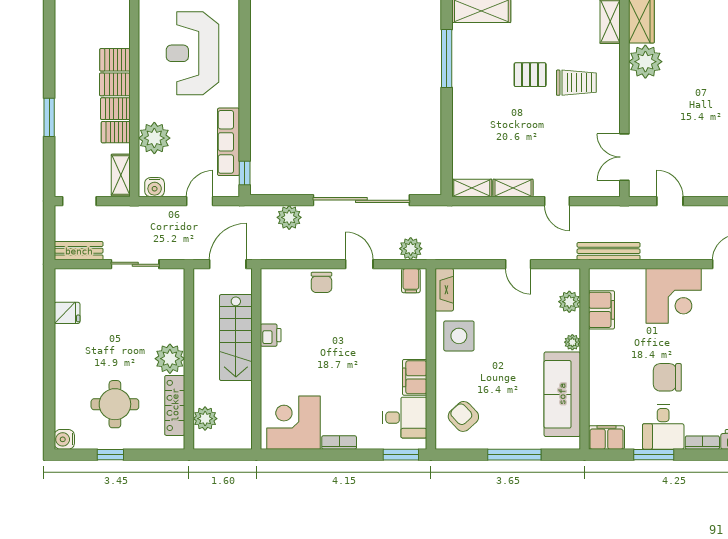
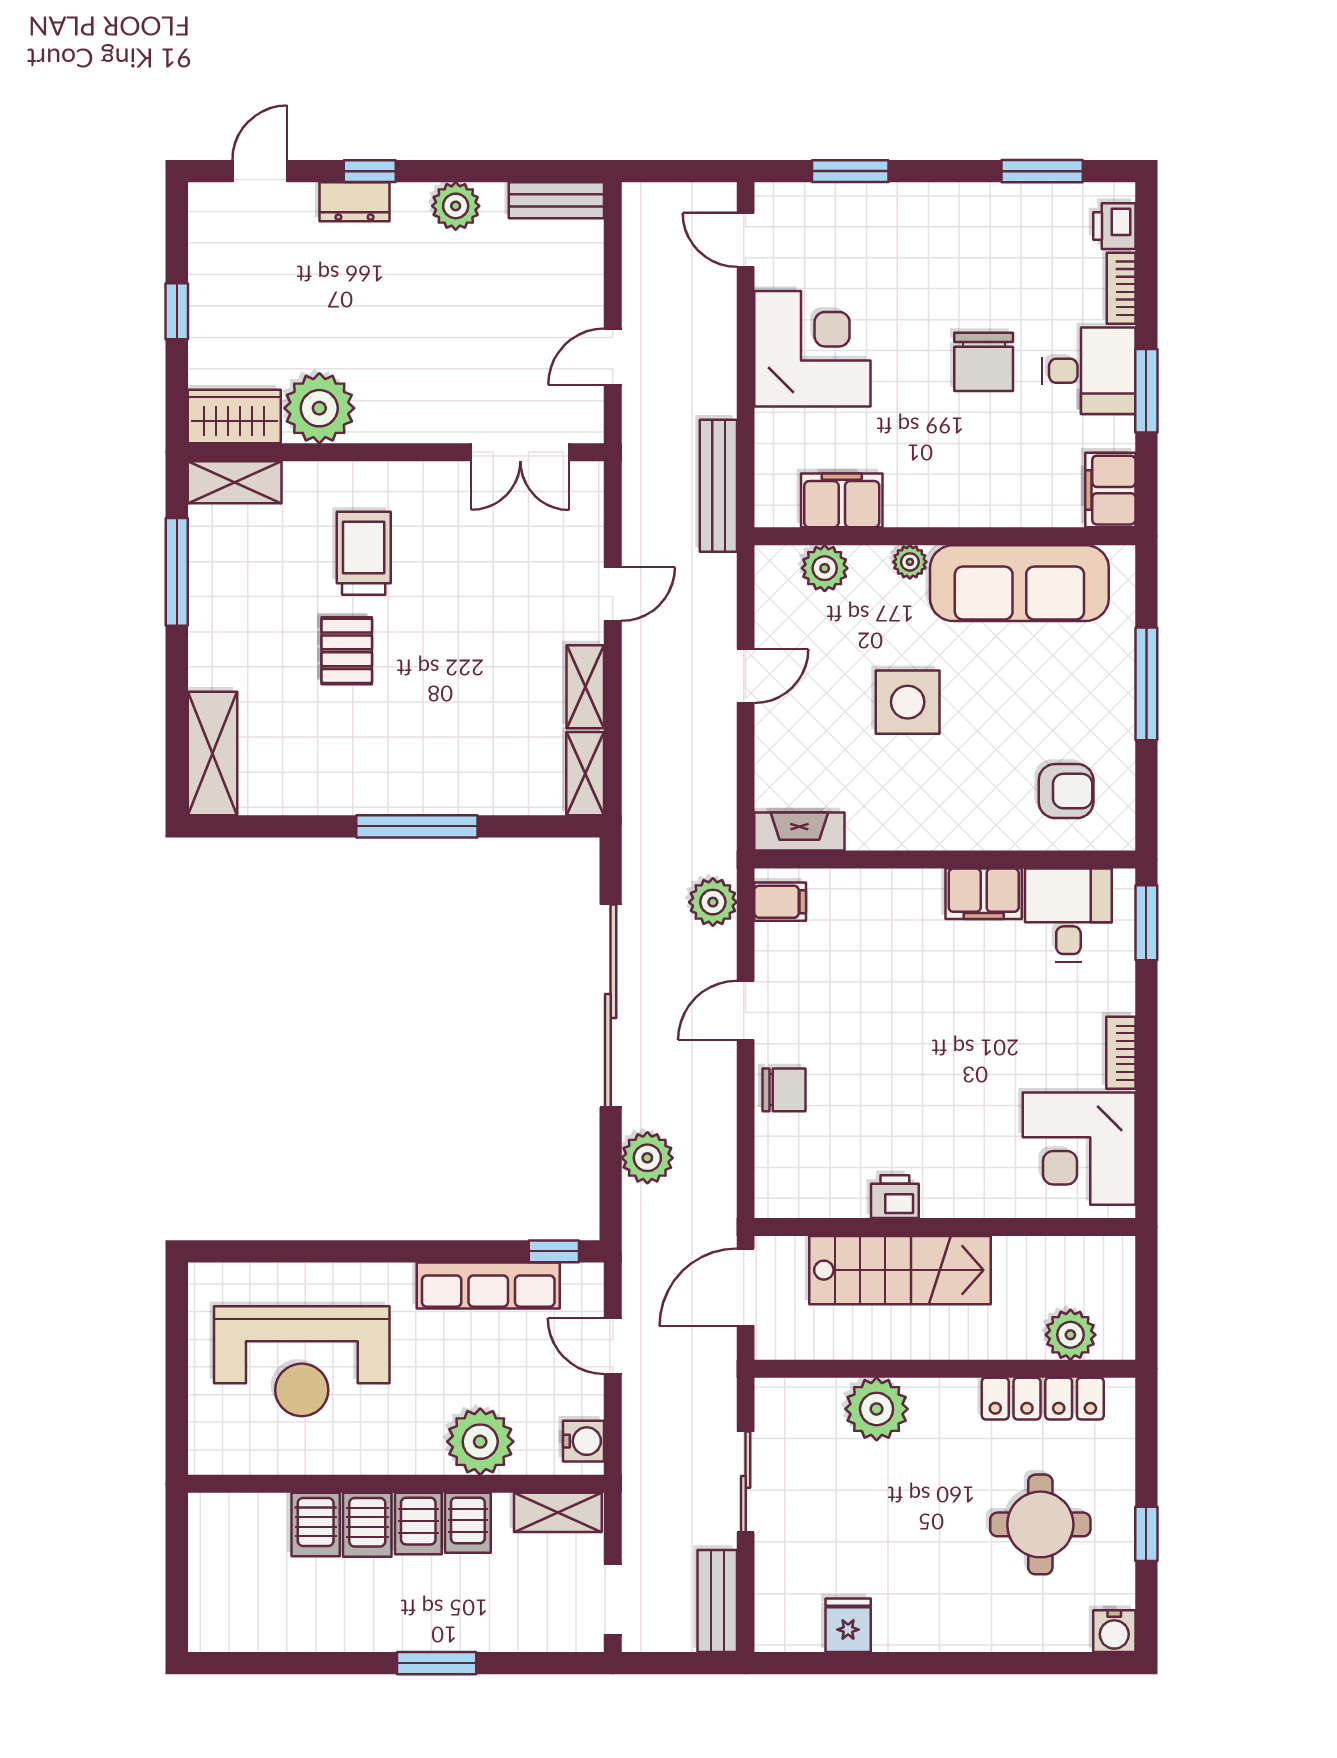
window: (447, 58) -> (417, 826), moved
door: (228, 264) -> (746, 1287), hinge flipped
side table: (459, 336) -> (908, 702), moved
plant: (170, 359) -> (877, 1409), moved
armchair: (463, 416) -> (1066, 791), turned -137

